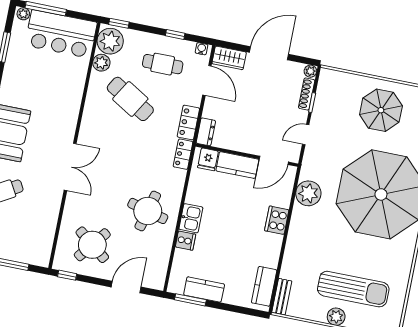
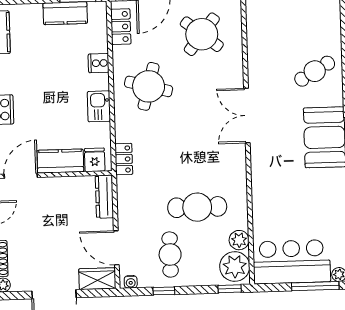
cafe table: (163, 64) -> (170, 255), turned 90
cafe table: (130, 99) -> (197, 207), turned -31
locker: (188, 122) -> (121, 27), moved
dresser: (206, 132) -> (104, 197), width x1.44
kitchen sink: (191, 218) -> (99, 106), moved

